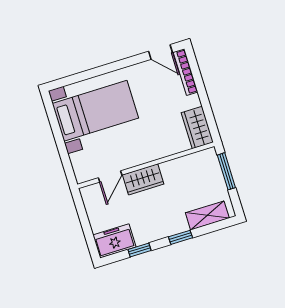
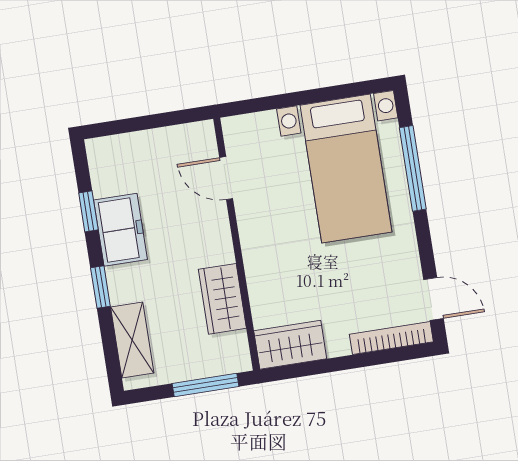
door: (161, 52) -> (433, 299), swing flipped
window: (90, 74) -> (413, 168), added
wardrobe: (143, 179) -> (222, 299), moved
freezer: (114, 241) -> (120, 230), moved

